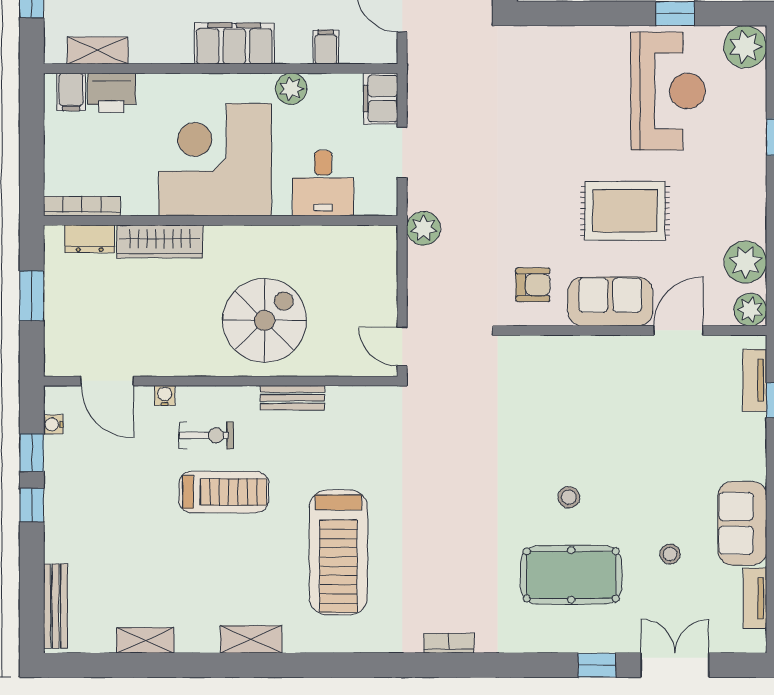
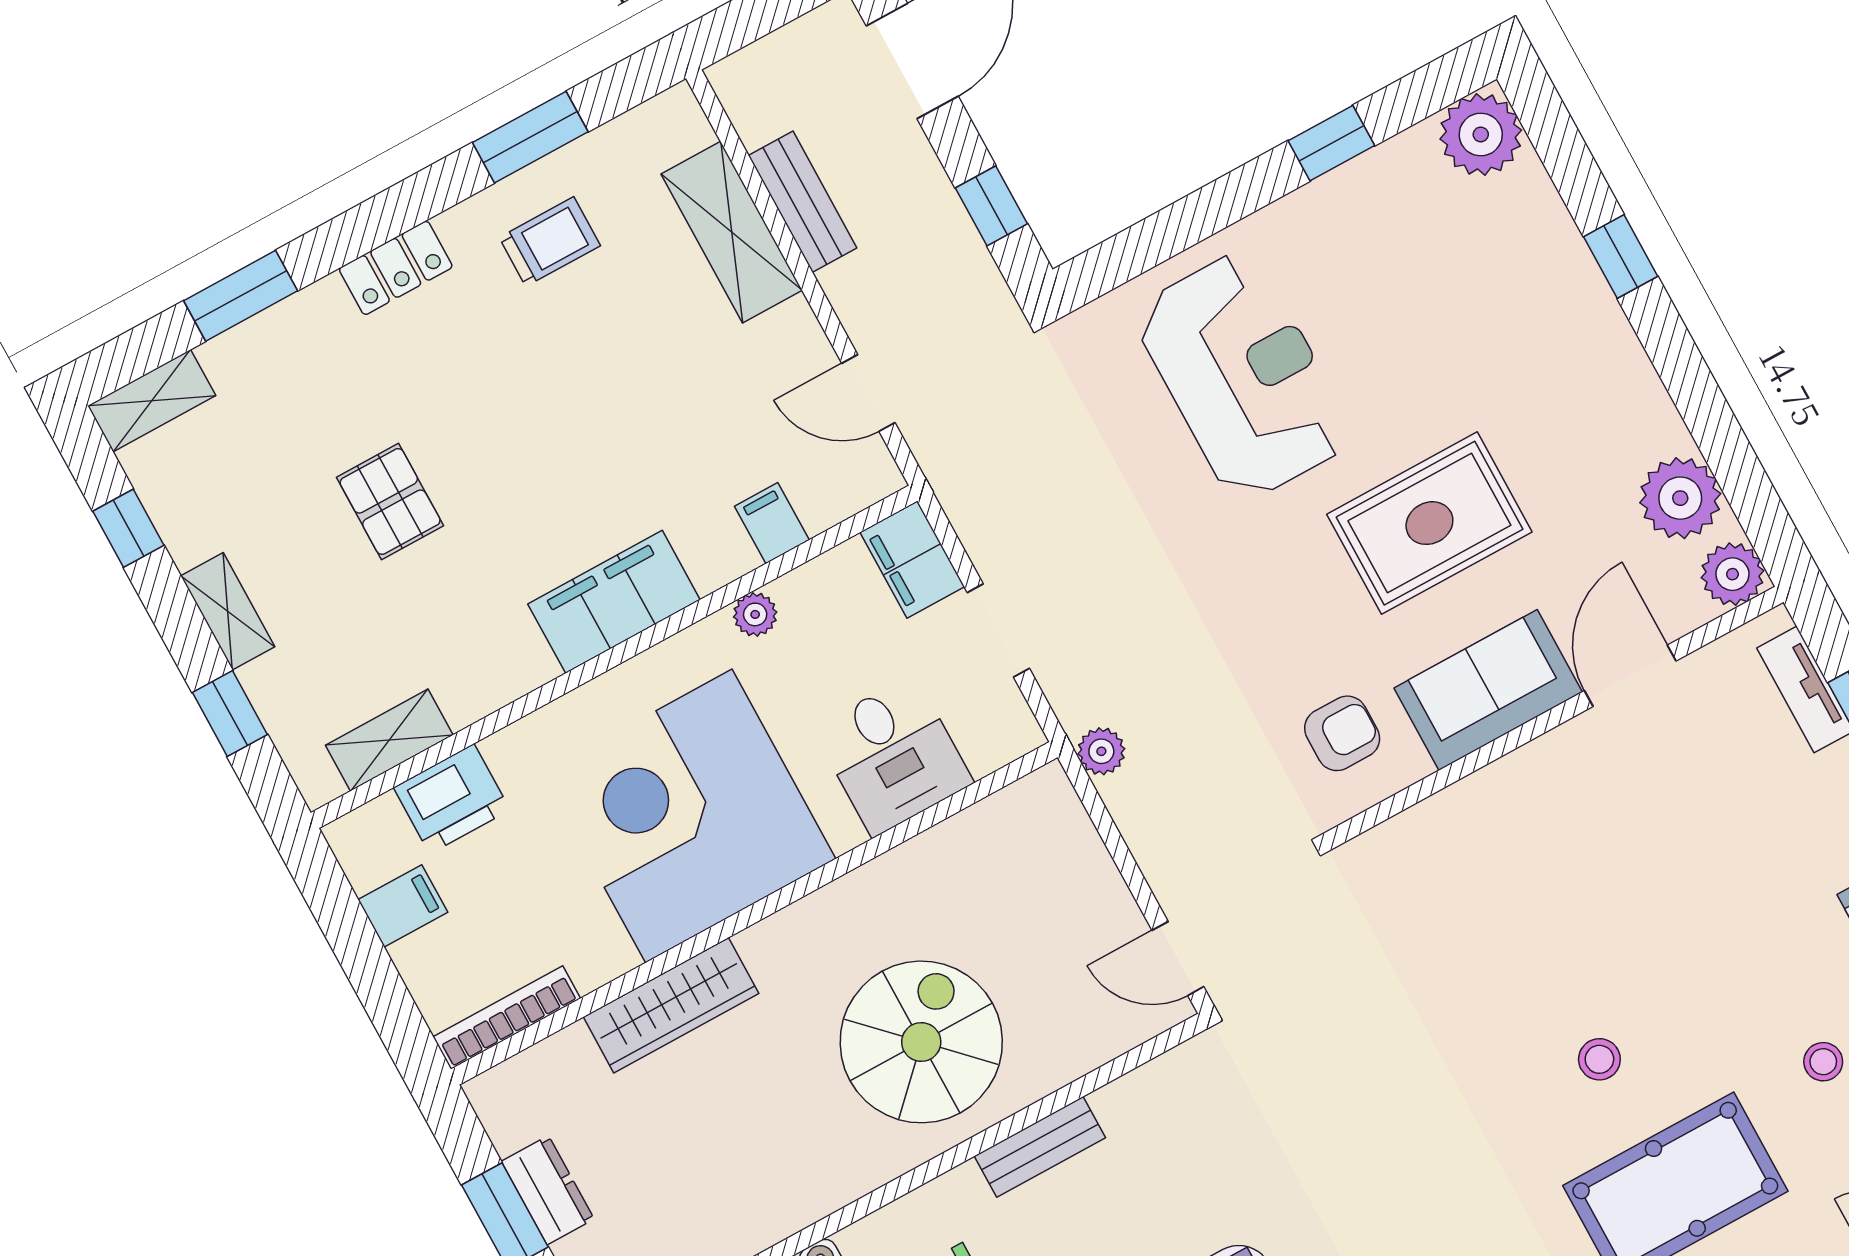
plant: (291, 89) -> (755, 614), width x0.73, depth x0.73
reception desk: (668, 91) -> (1243, 376), moved
filing cabinet: (71, 92) -> (403, 906), moved, turned -90
plant: (424, 228) -> (1101, 751), width x0.73, depth x0.73
dresser: (90, 239) -> (548, 1190), moved, turned -90

